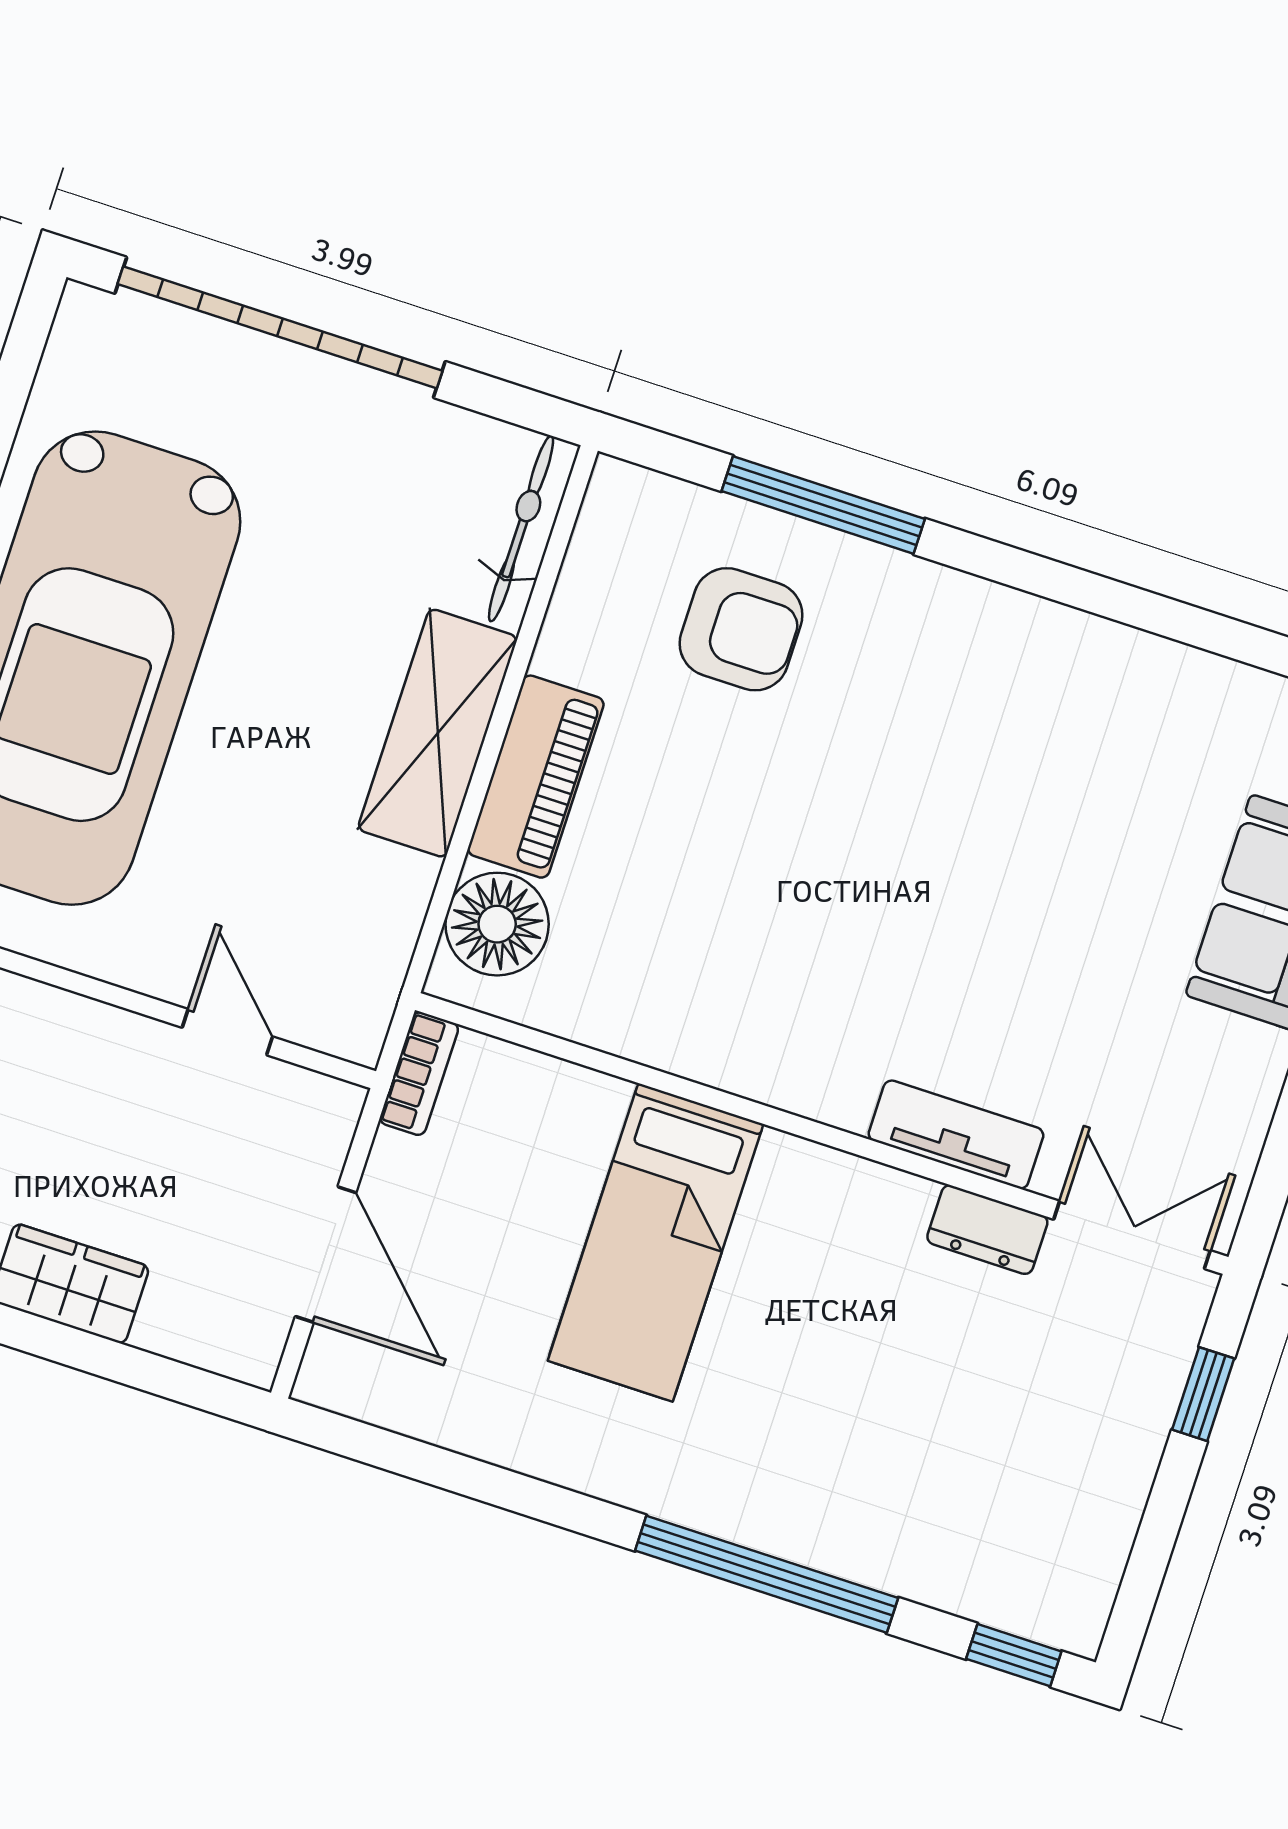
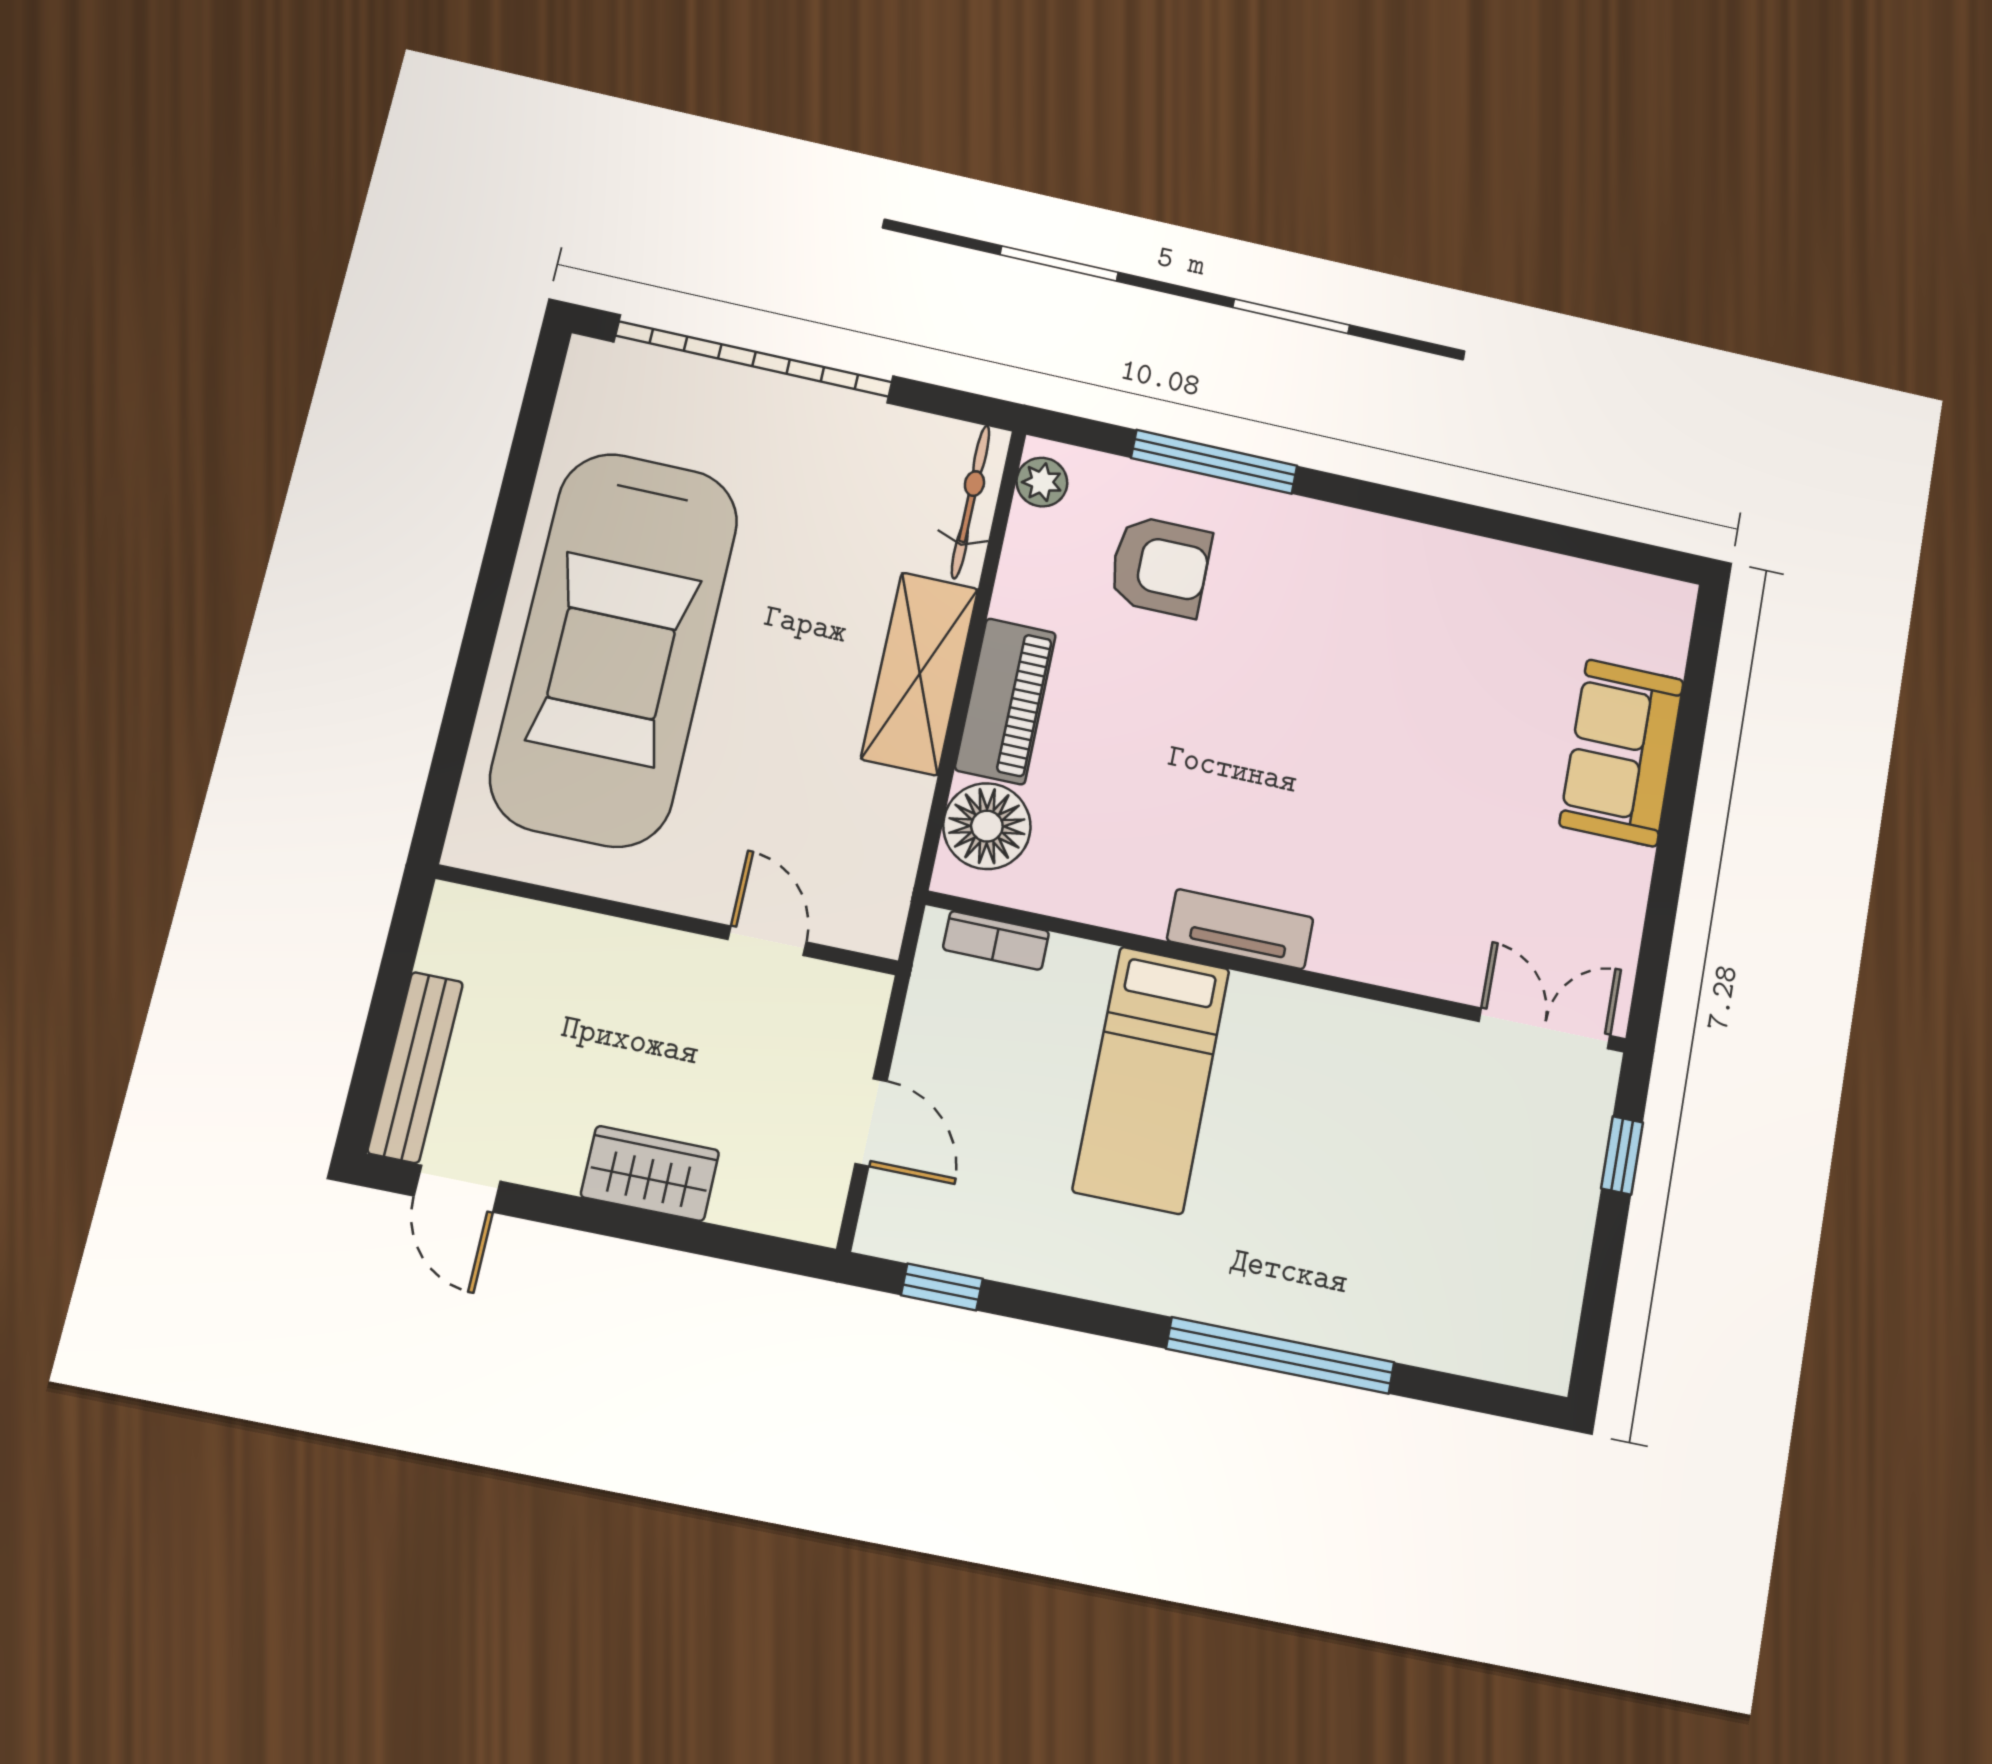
plant: (610, 512) -> (1042, 482), added
bookcase: (419, 1074) -> (996, 940), moved, turned 90
tv unit: (956, 1135) -> (1240, 929), moved
dresser: (987, 1230) -> (1426, 1037), removed
door: (326, 1255) -> (871, 1122), width x0.73
window: (1014, 1655) -> (942, 1287), moved

